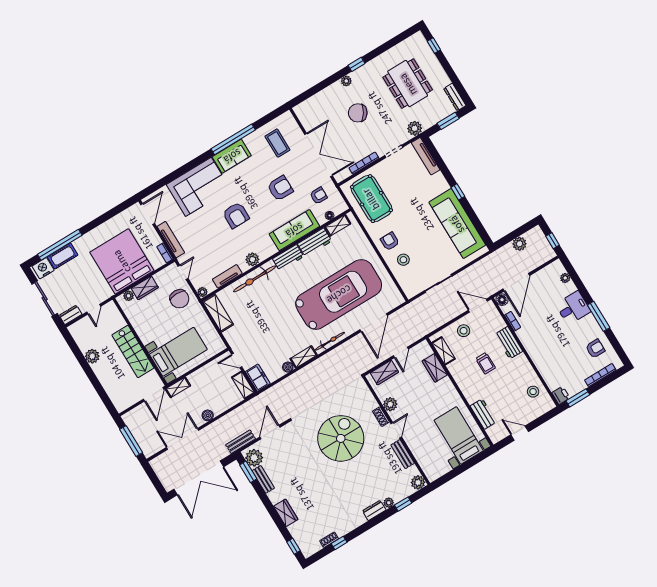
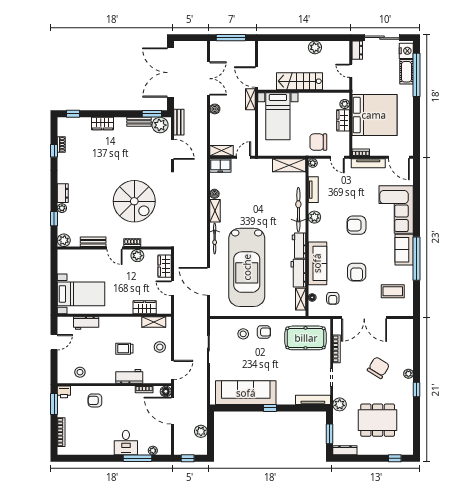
window: (599, 316) -> (137, 458), moved
armchair: (595, 349) -> (95, 400), moved, turned 90

